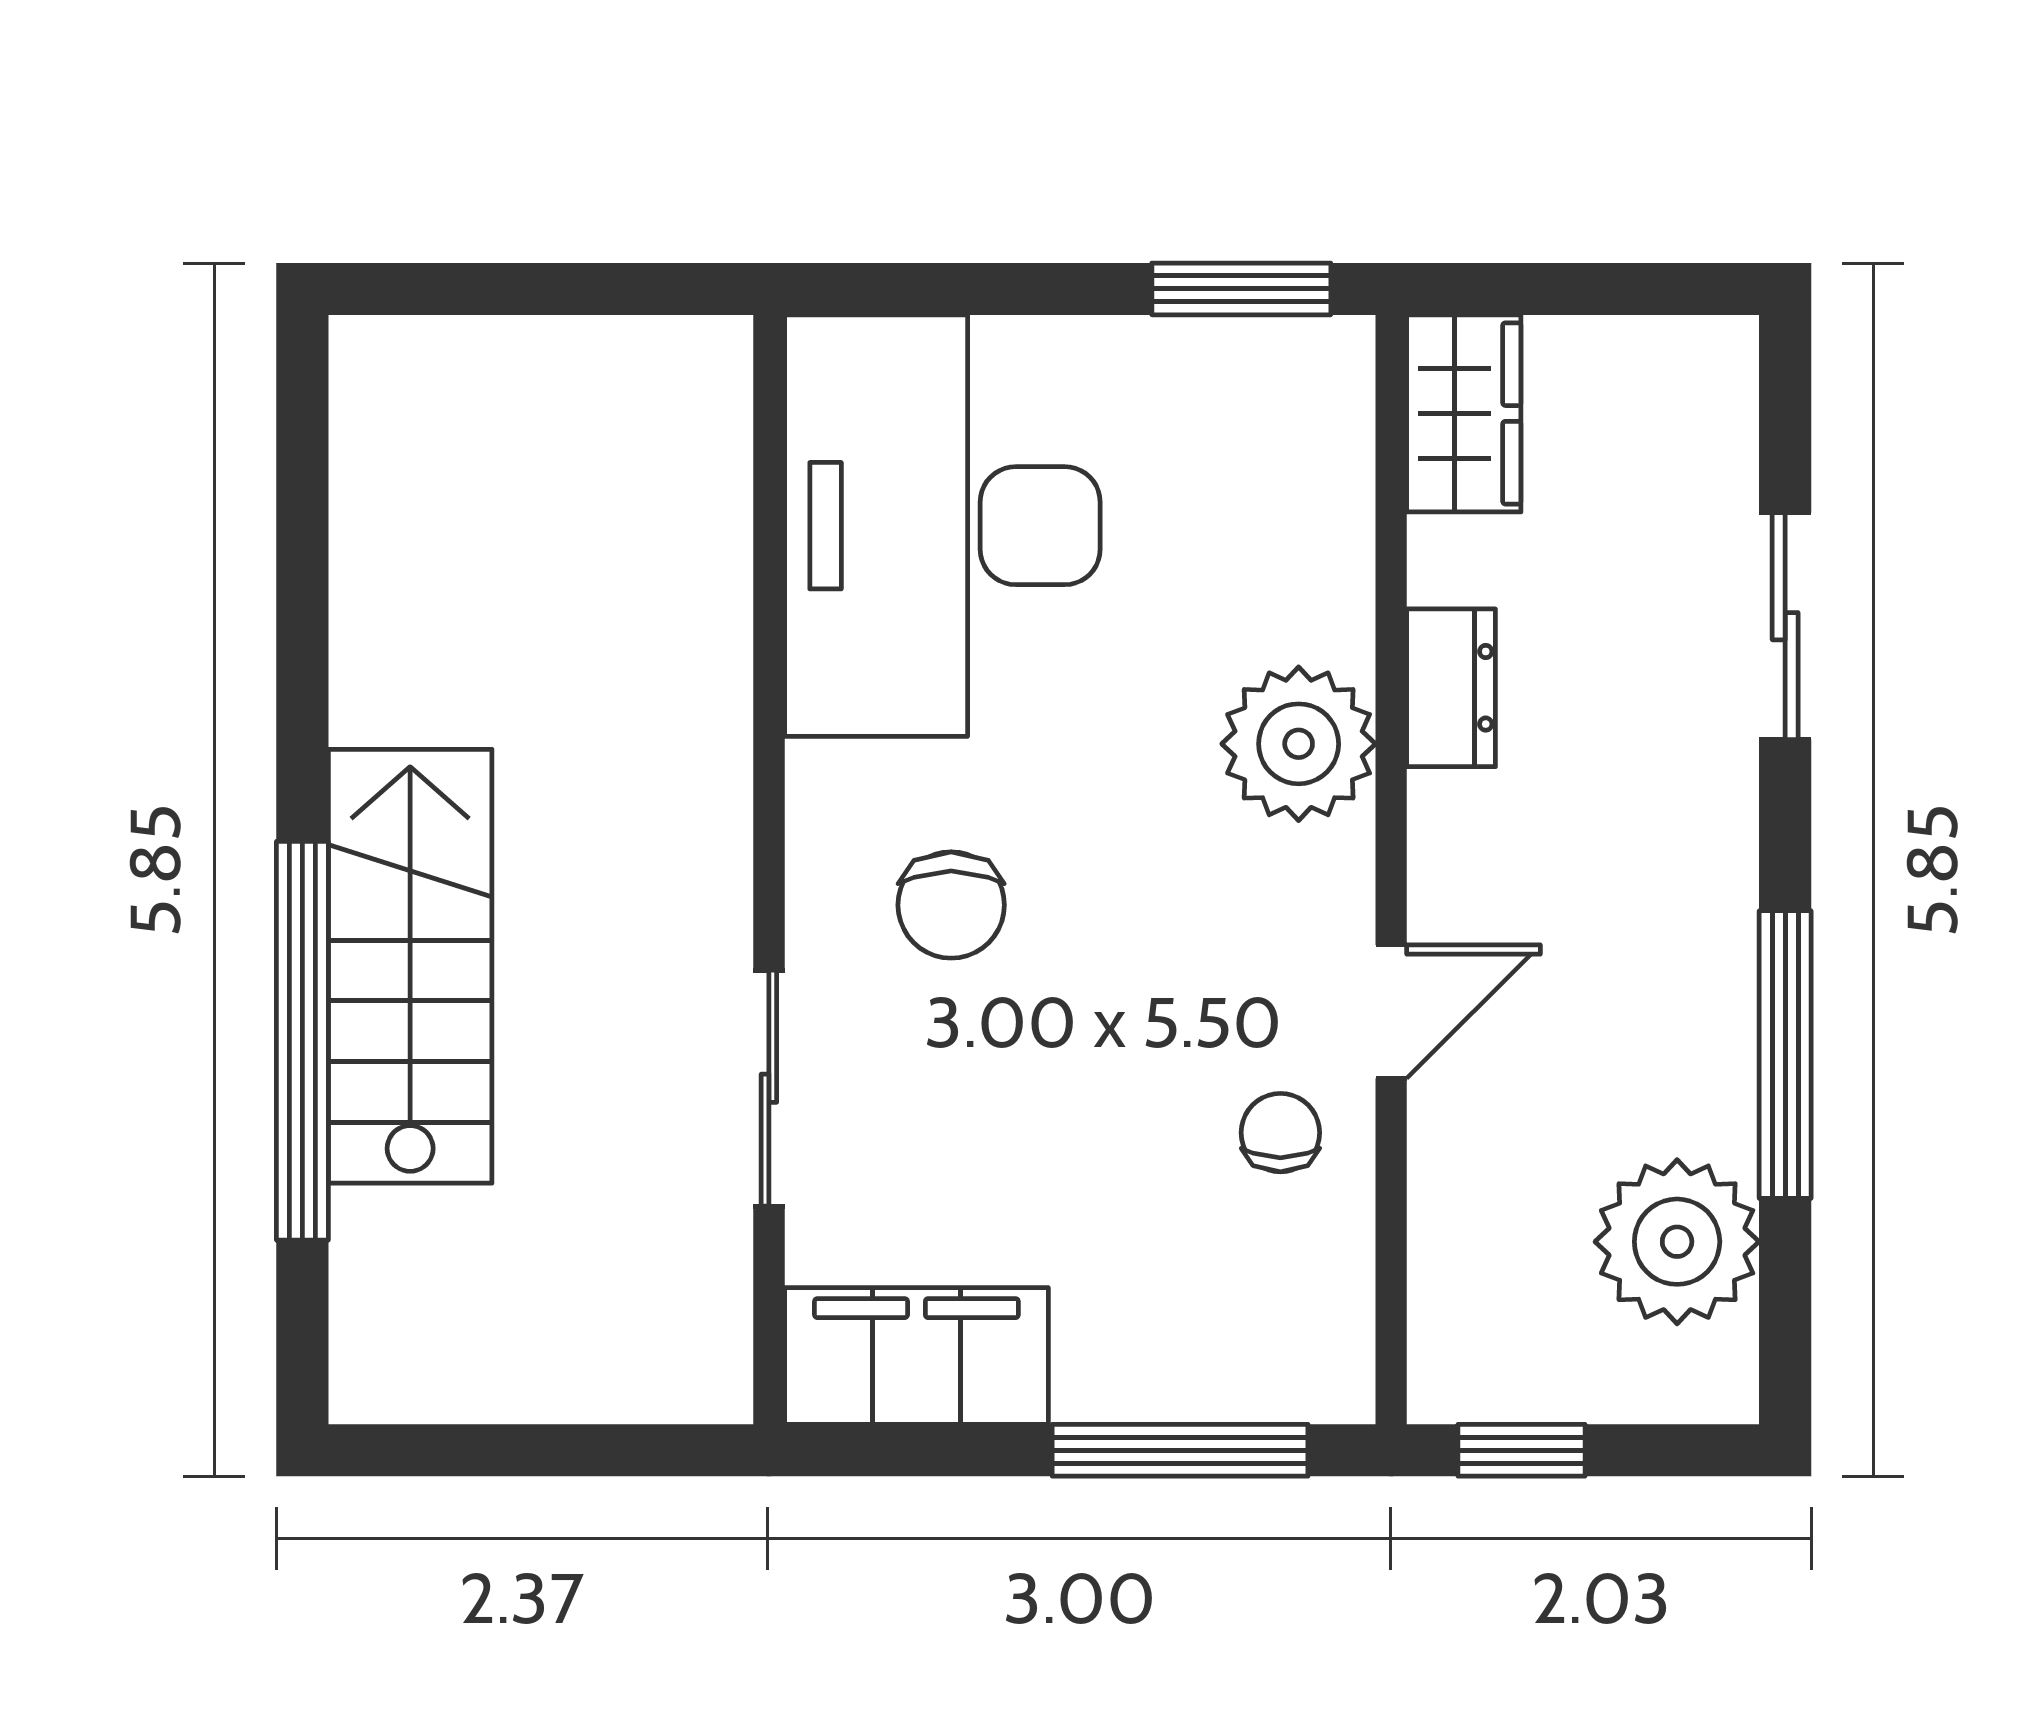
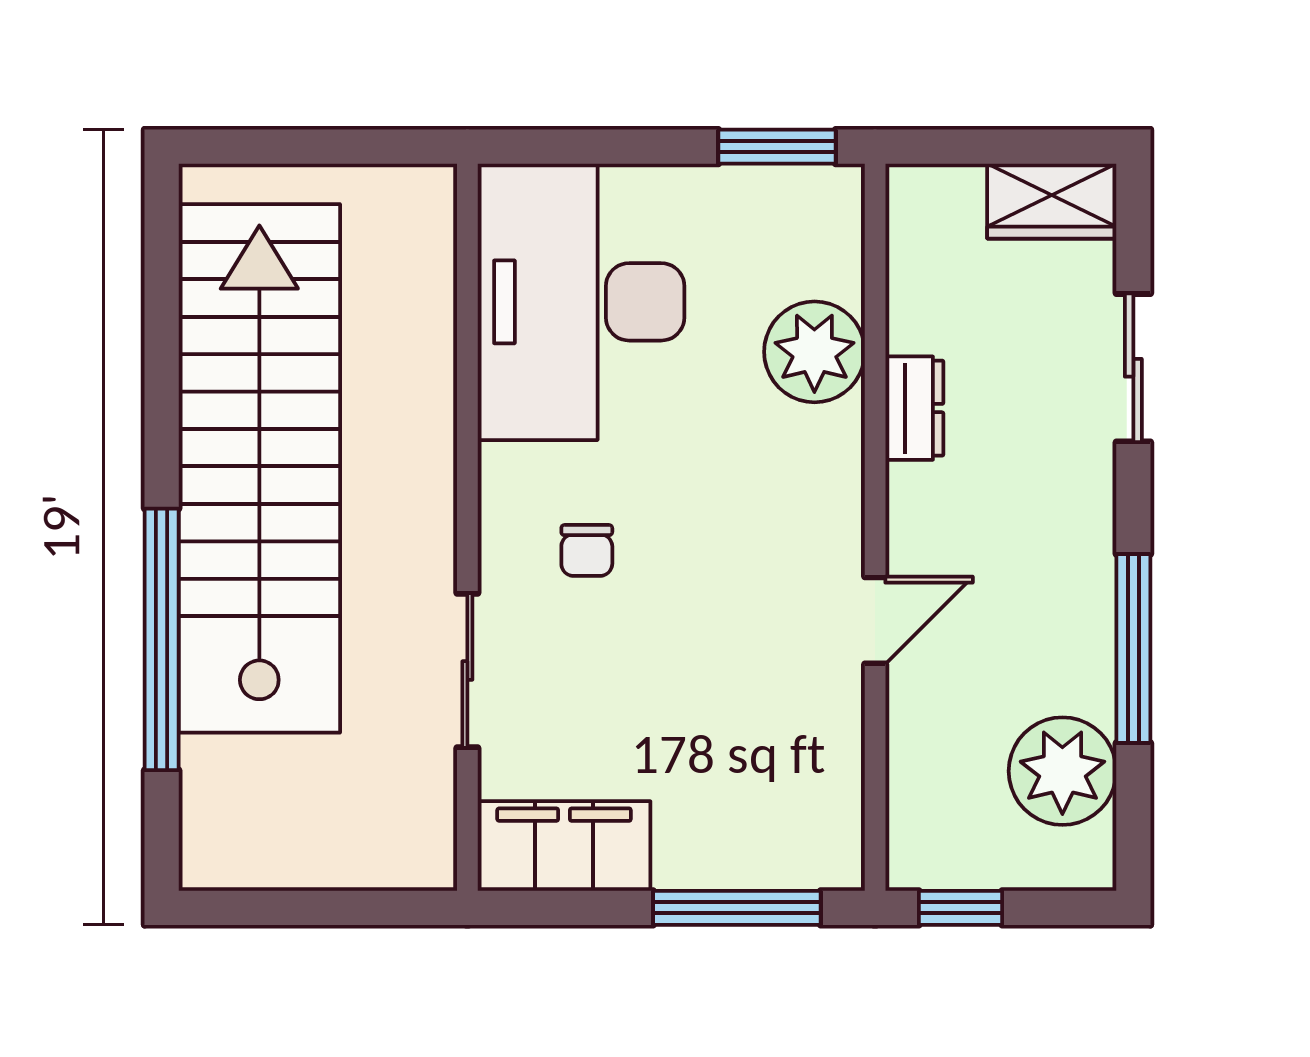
wardrobe: (1464, 413) -> (1052, 201), moved, turned 90
plant: (1299, 744) -> (814, 352), moved
chair: (951, 905) -> (587, 550), width x0.73, depth x0.73
stairs: (410, 966) -> (259, 468), width x1.86, depth x1.51
chair: (1280, 1133) -> (803, 700), removed

